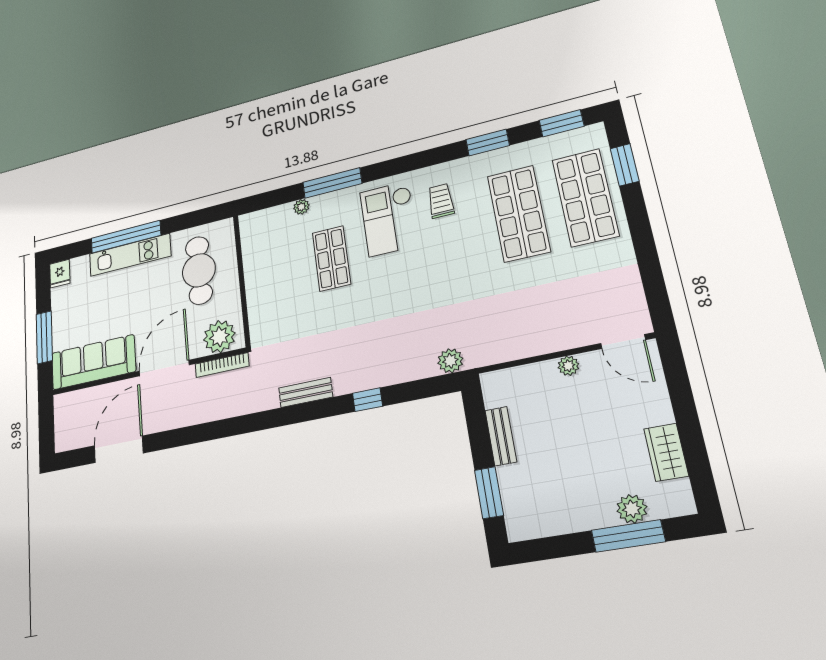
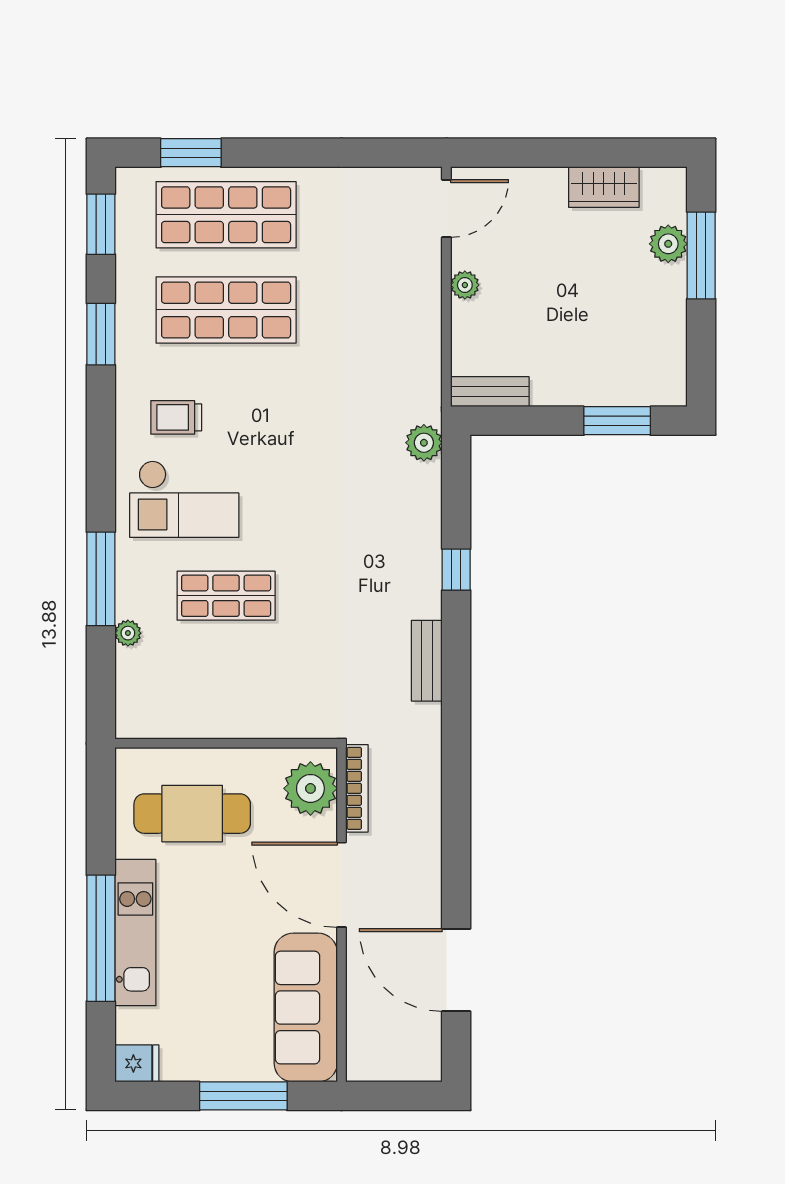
bench: (501, 436) -> (490, 392), moved

